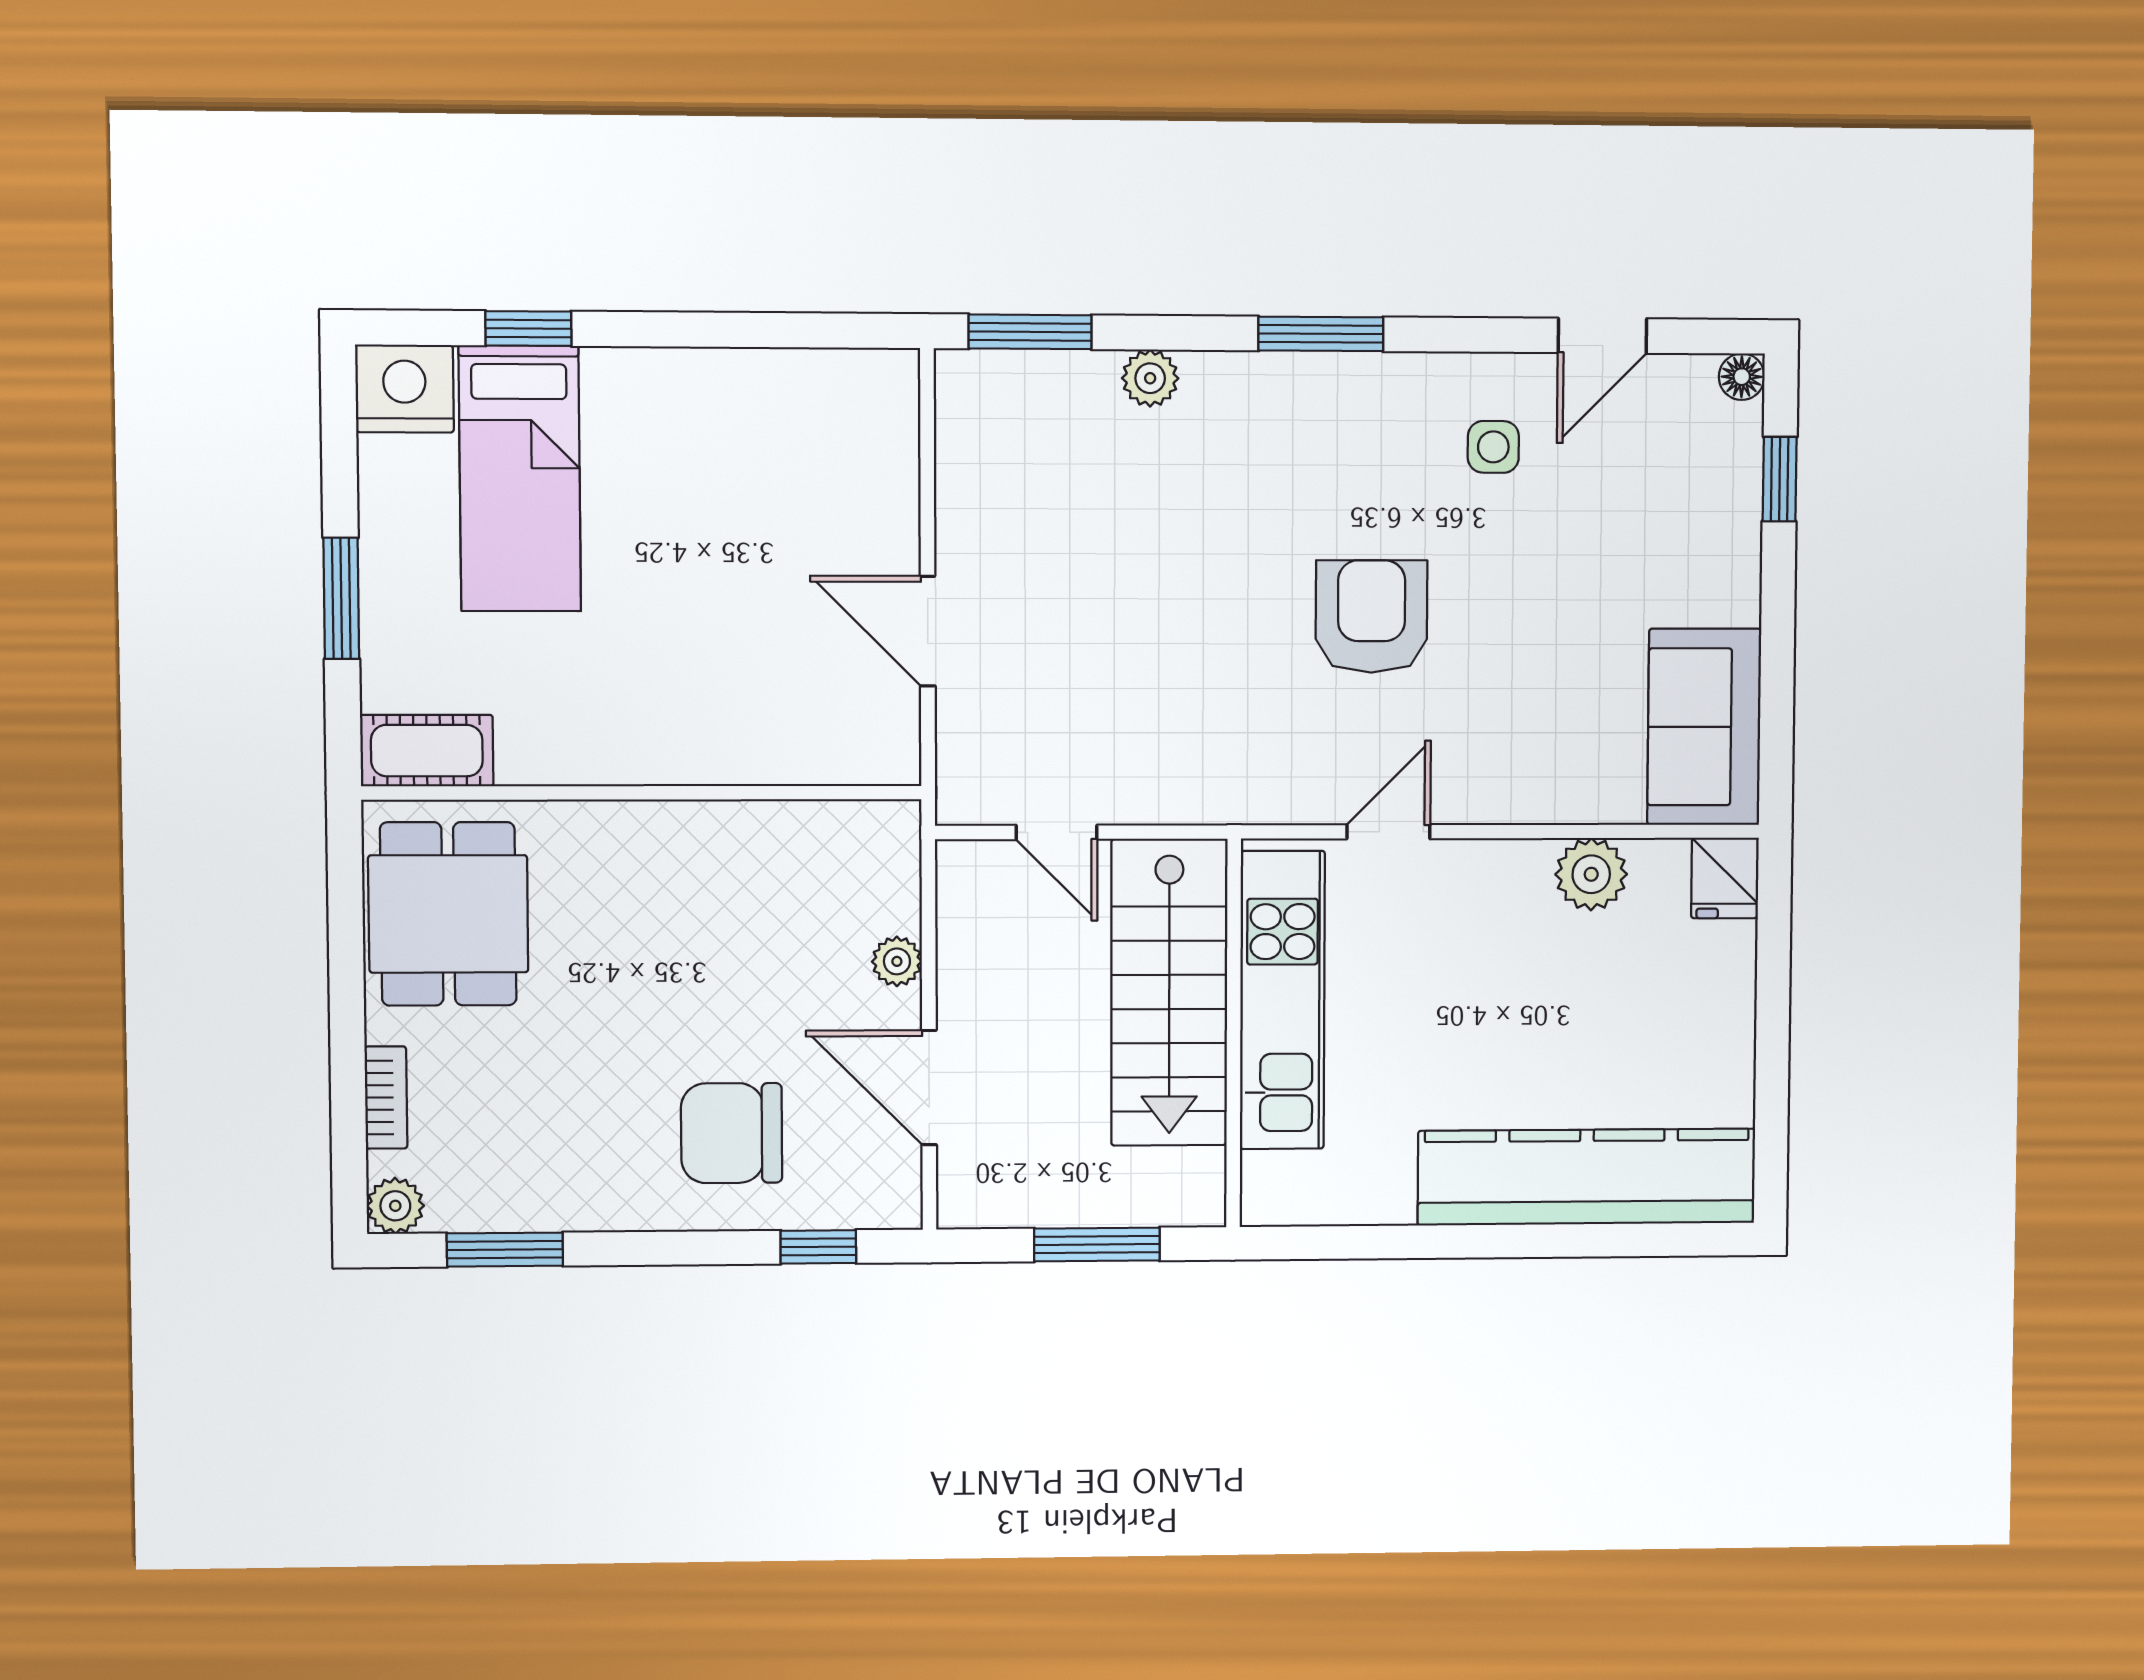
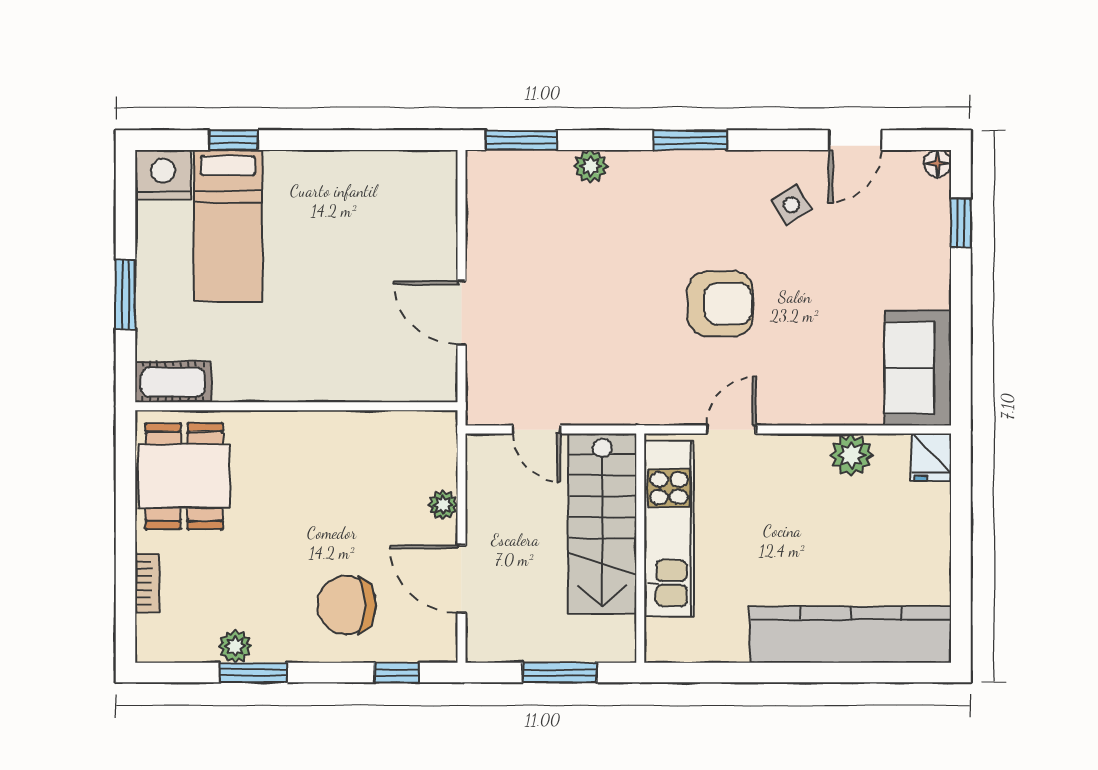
side table: (1493, 447) -> (791, 205), turned -31
armchair: (1371, 616) -> (720, 304), turned 90
plant: (395, 1206) -> (235, 646), moved
window: (505, 1250) -> (253, 672), moved

